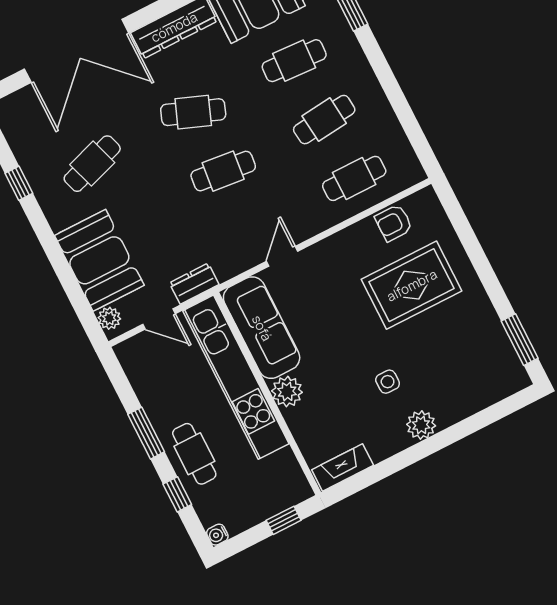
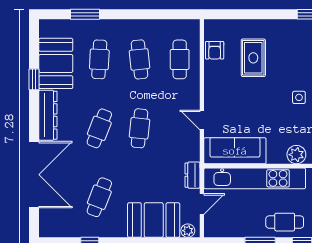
cafe table: (92, 164) -> (99, 197), turned 39
rug: (412, 285) -> (253, 58), width x0.73, depth x0.70
plant: (287, 392) -> (296, 155), moved

